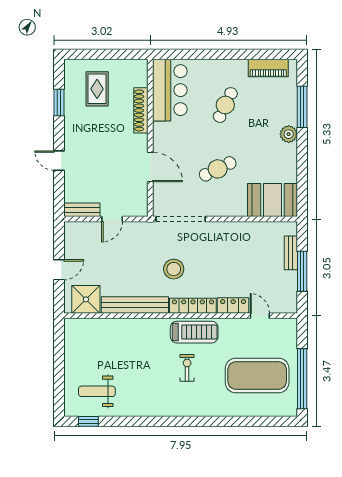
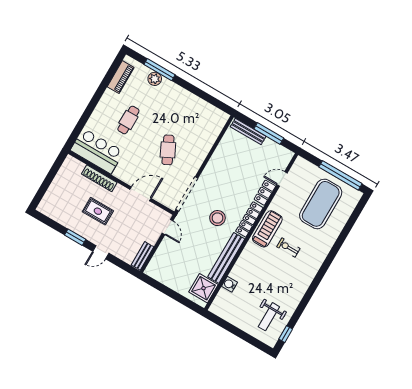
rug: (97, 89) -> (98, 211), moved
window: (59, 102) -> (75, 237), moved
cafe table: (225, 105) -> (128, 120), turned 64
plant: (289, 134) -> (155, 79), moved
booth: (273, 200) -> (210, 125), removed
door: (112, 219) -> (168, 227), moved
bench: (291, 253) -> (248, 132), width x1.36
door: (59, 270) -> (173, 295), removed
water cooler: (107, 326) -> (229, 284), added

